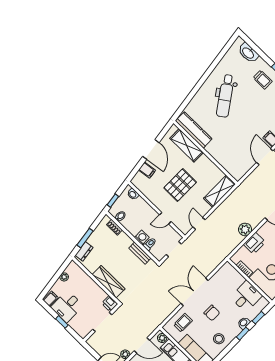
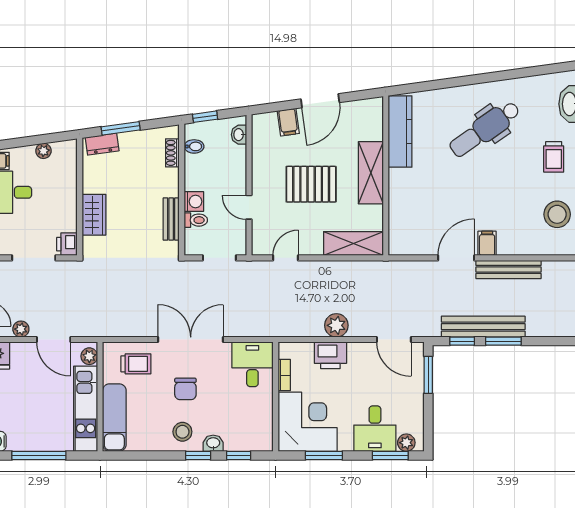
shelving: (187, 145) -> (371, 173), moved
wardrobe: (109, 282) -> (94, 215), width x0.67
desk: (246, 296) -> (252, 364), moved, turned -90
stool: (219, 339) -> (182, 432), moved

